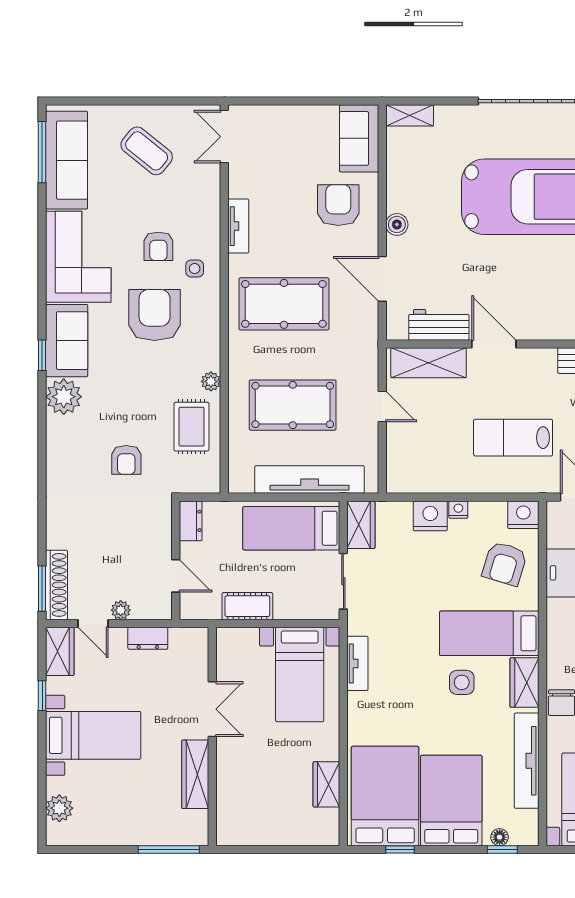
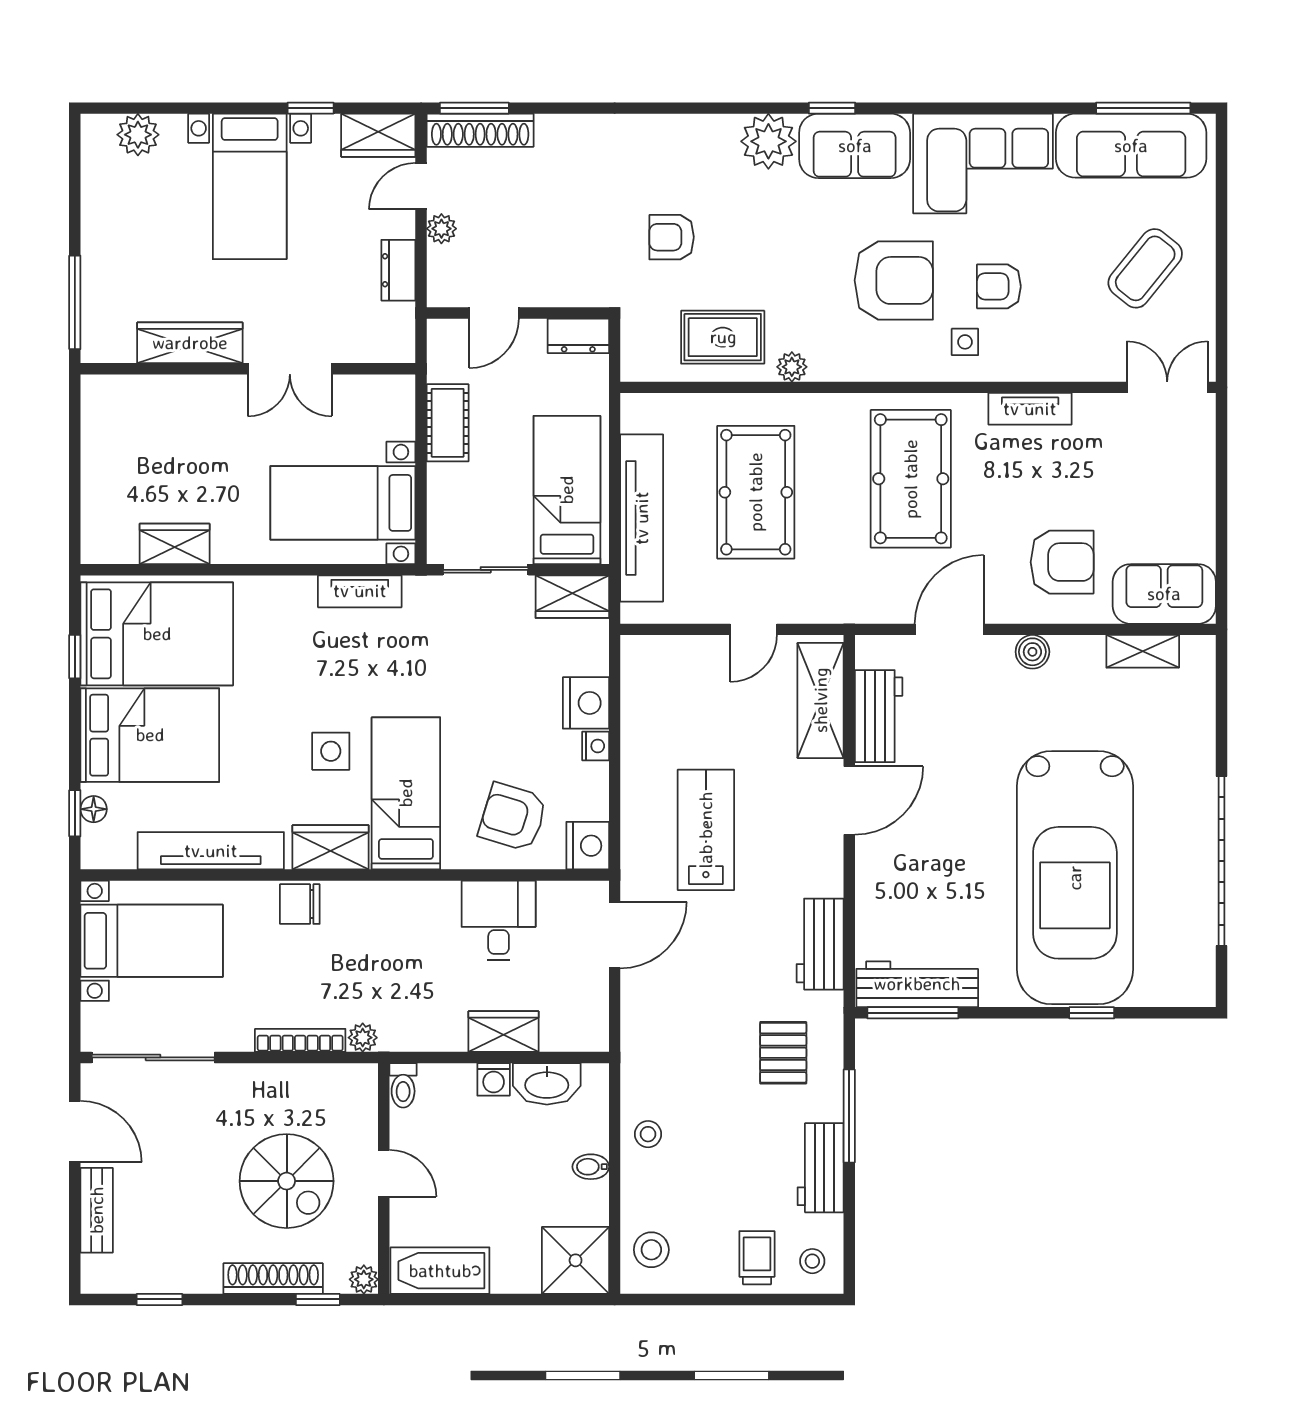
shelving: (410, 115) -> (1143, 651), moved, turned 90

